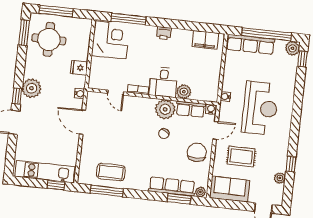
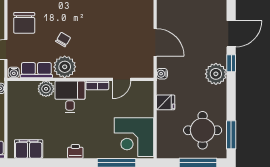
door: (116, 93) -> (122, 79), swing flipped

